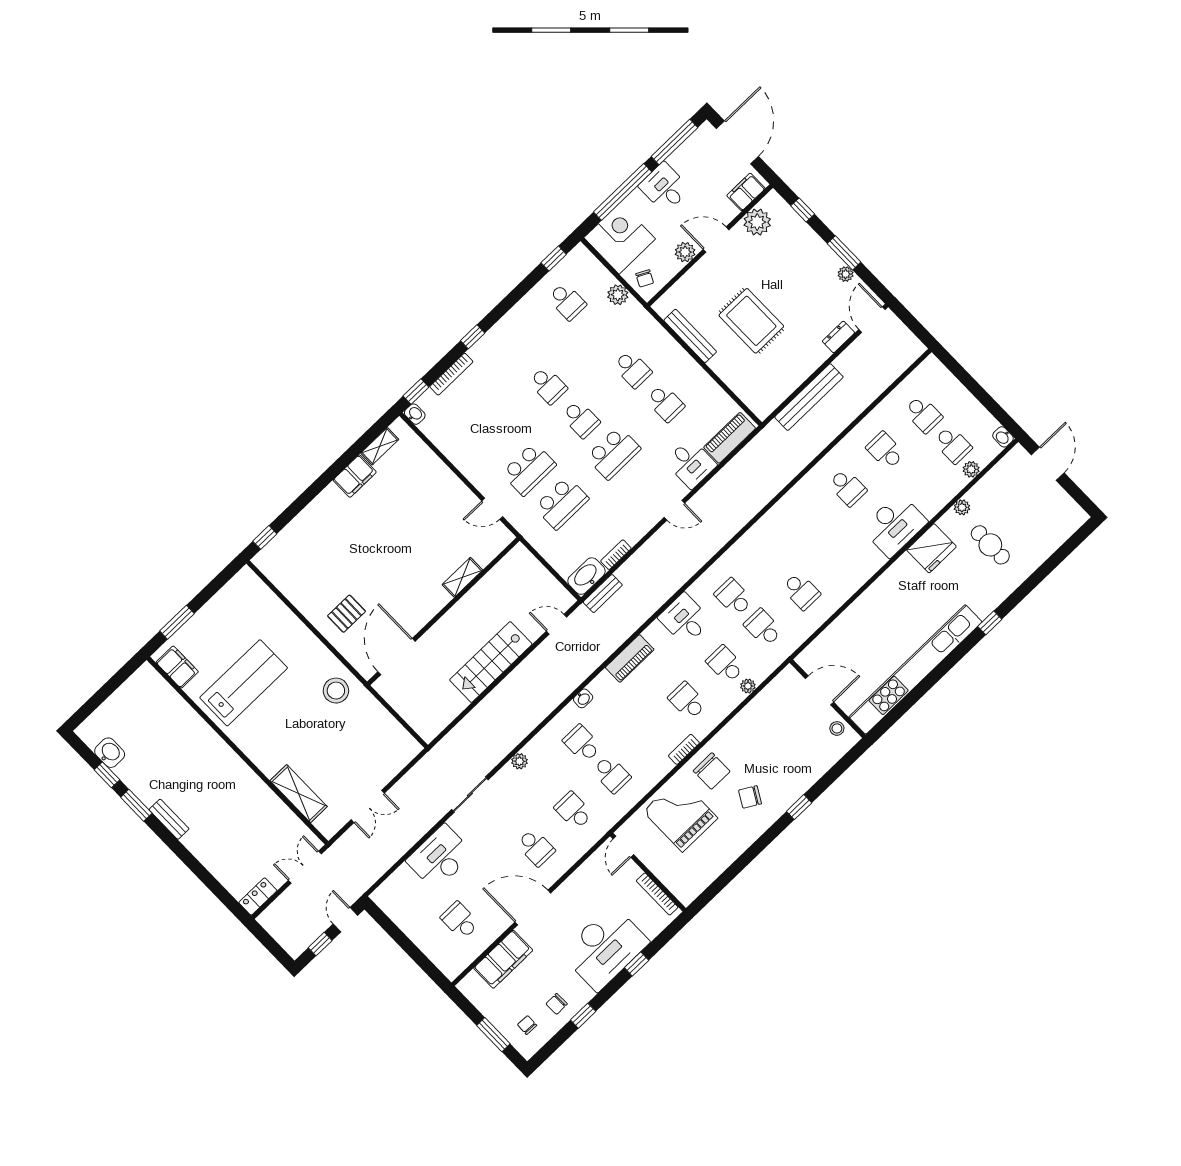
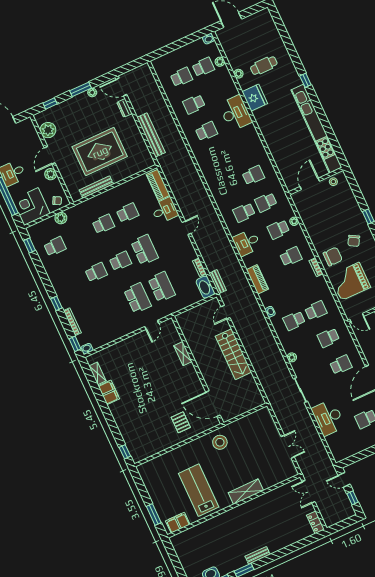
filing cabinet: (746, 192) -> (30, 130), removed
rug: (751, 321) -> (100, 152), width x1.37, depth x1.44
school desk: (687, 701) -> (291, 256), turned 180
shelving: (299, 794) -> (246, 492), moved

